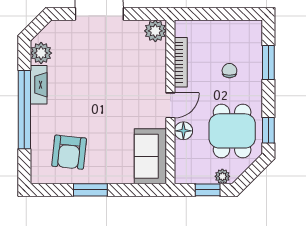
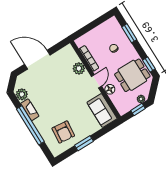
plant: (155, 31) -> (79, 68), moved
dining table: (232, 131) -> (132, 75), turned 90

